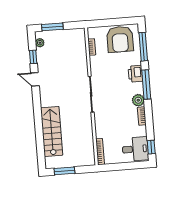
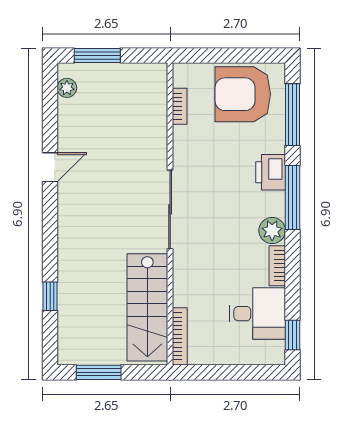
armchair: (120, 39) -> (243, 94), turned 90
window: (33, 57) -> (50, 296), moved
door: (35, 79) -> (50, 167), swing flipped
stairs: (52, 131) -> (147, 307), moved, turned 180
desk: (135, 149) -> (257, 314), moved

